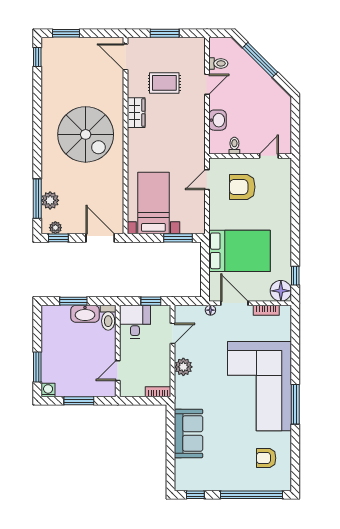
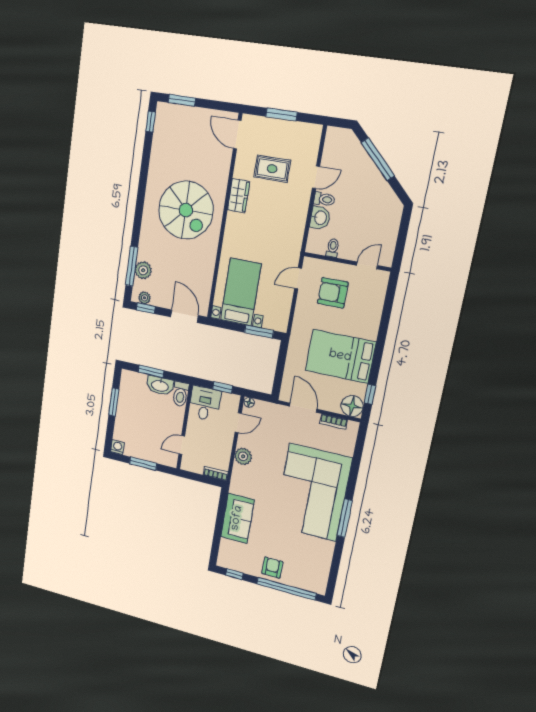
toilet: (218, 63) -> (324, 199), moved
bed: (240, 251) -> (340, 356), moved, turned 180
floor lamp: (210, 310) -> (249, 402), moved
window: (37, 367) -> (114, 402), moved
armchair: (266, 458) -> (272, 568), moved, turned 90

